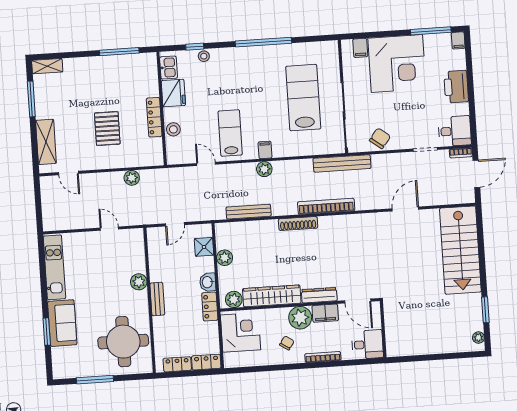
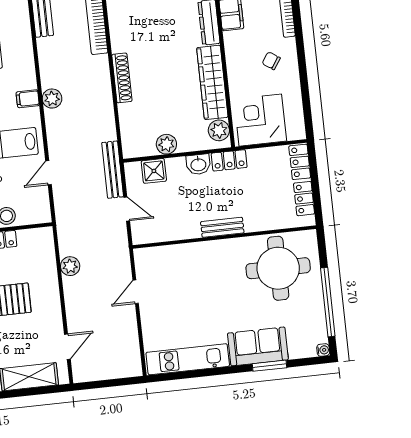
bench: (249, 212) -> (113, 170), moved
shoe rack: (298, 223) -> (122, 78), moved
plant: (139, 282) -> (202, 252), removed
plant: (300, 318) -> (238, 45), removed
water cooler: (57, 374) -> (323, 350), added
window: (95, 380) -> (328, 302), width x1.46

